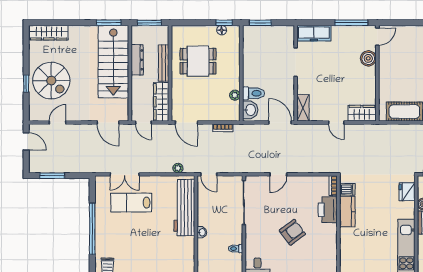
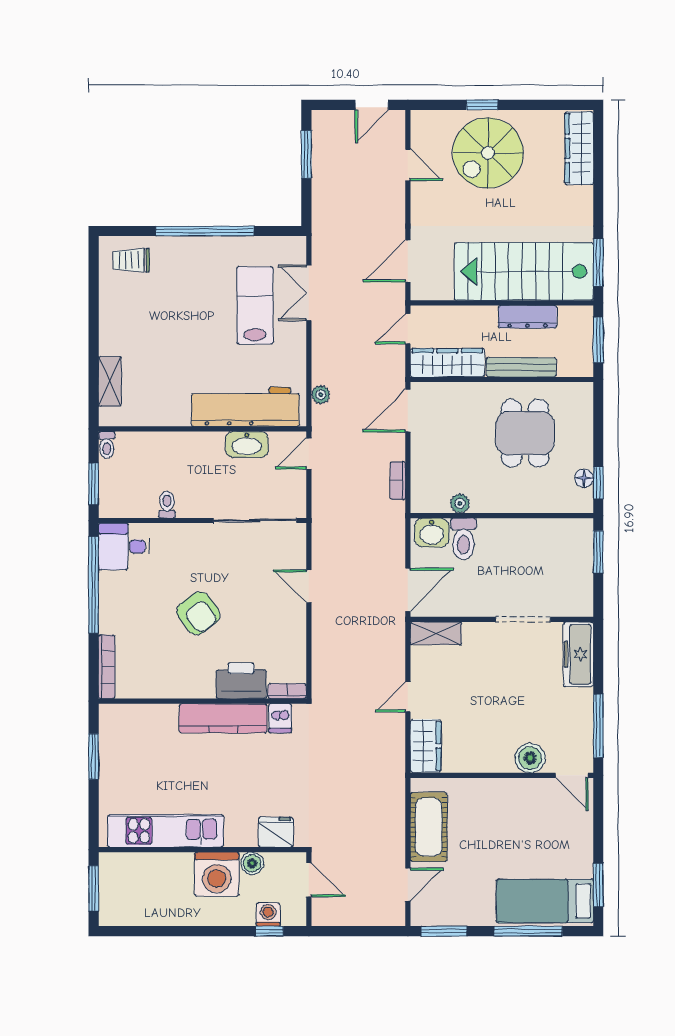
kitchen counter: (347, 212) -> (223, 718), width x1.50
washbasin: (202, 232) -> (247, 444), moved, width x1.91, depth x1.45

